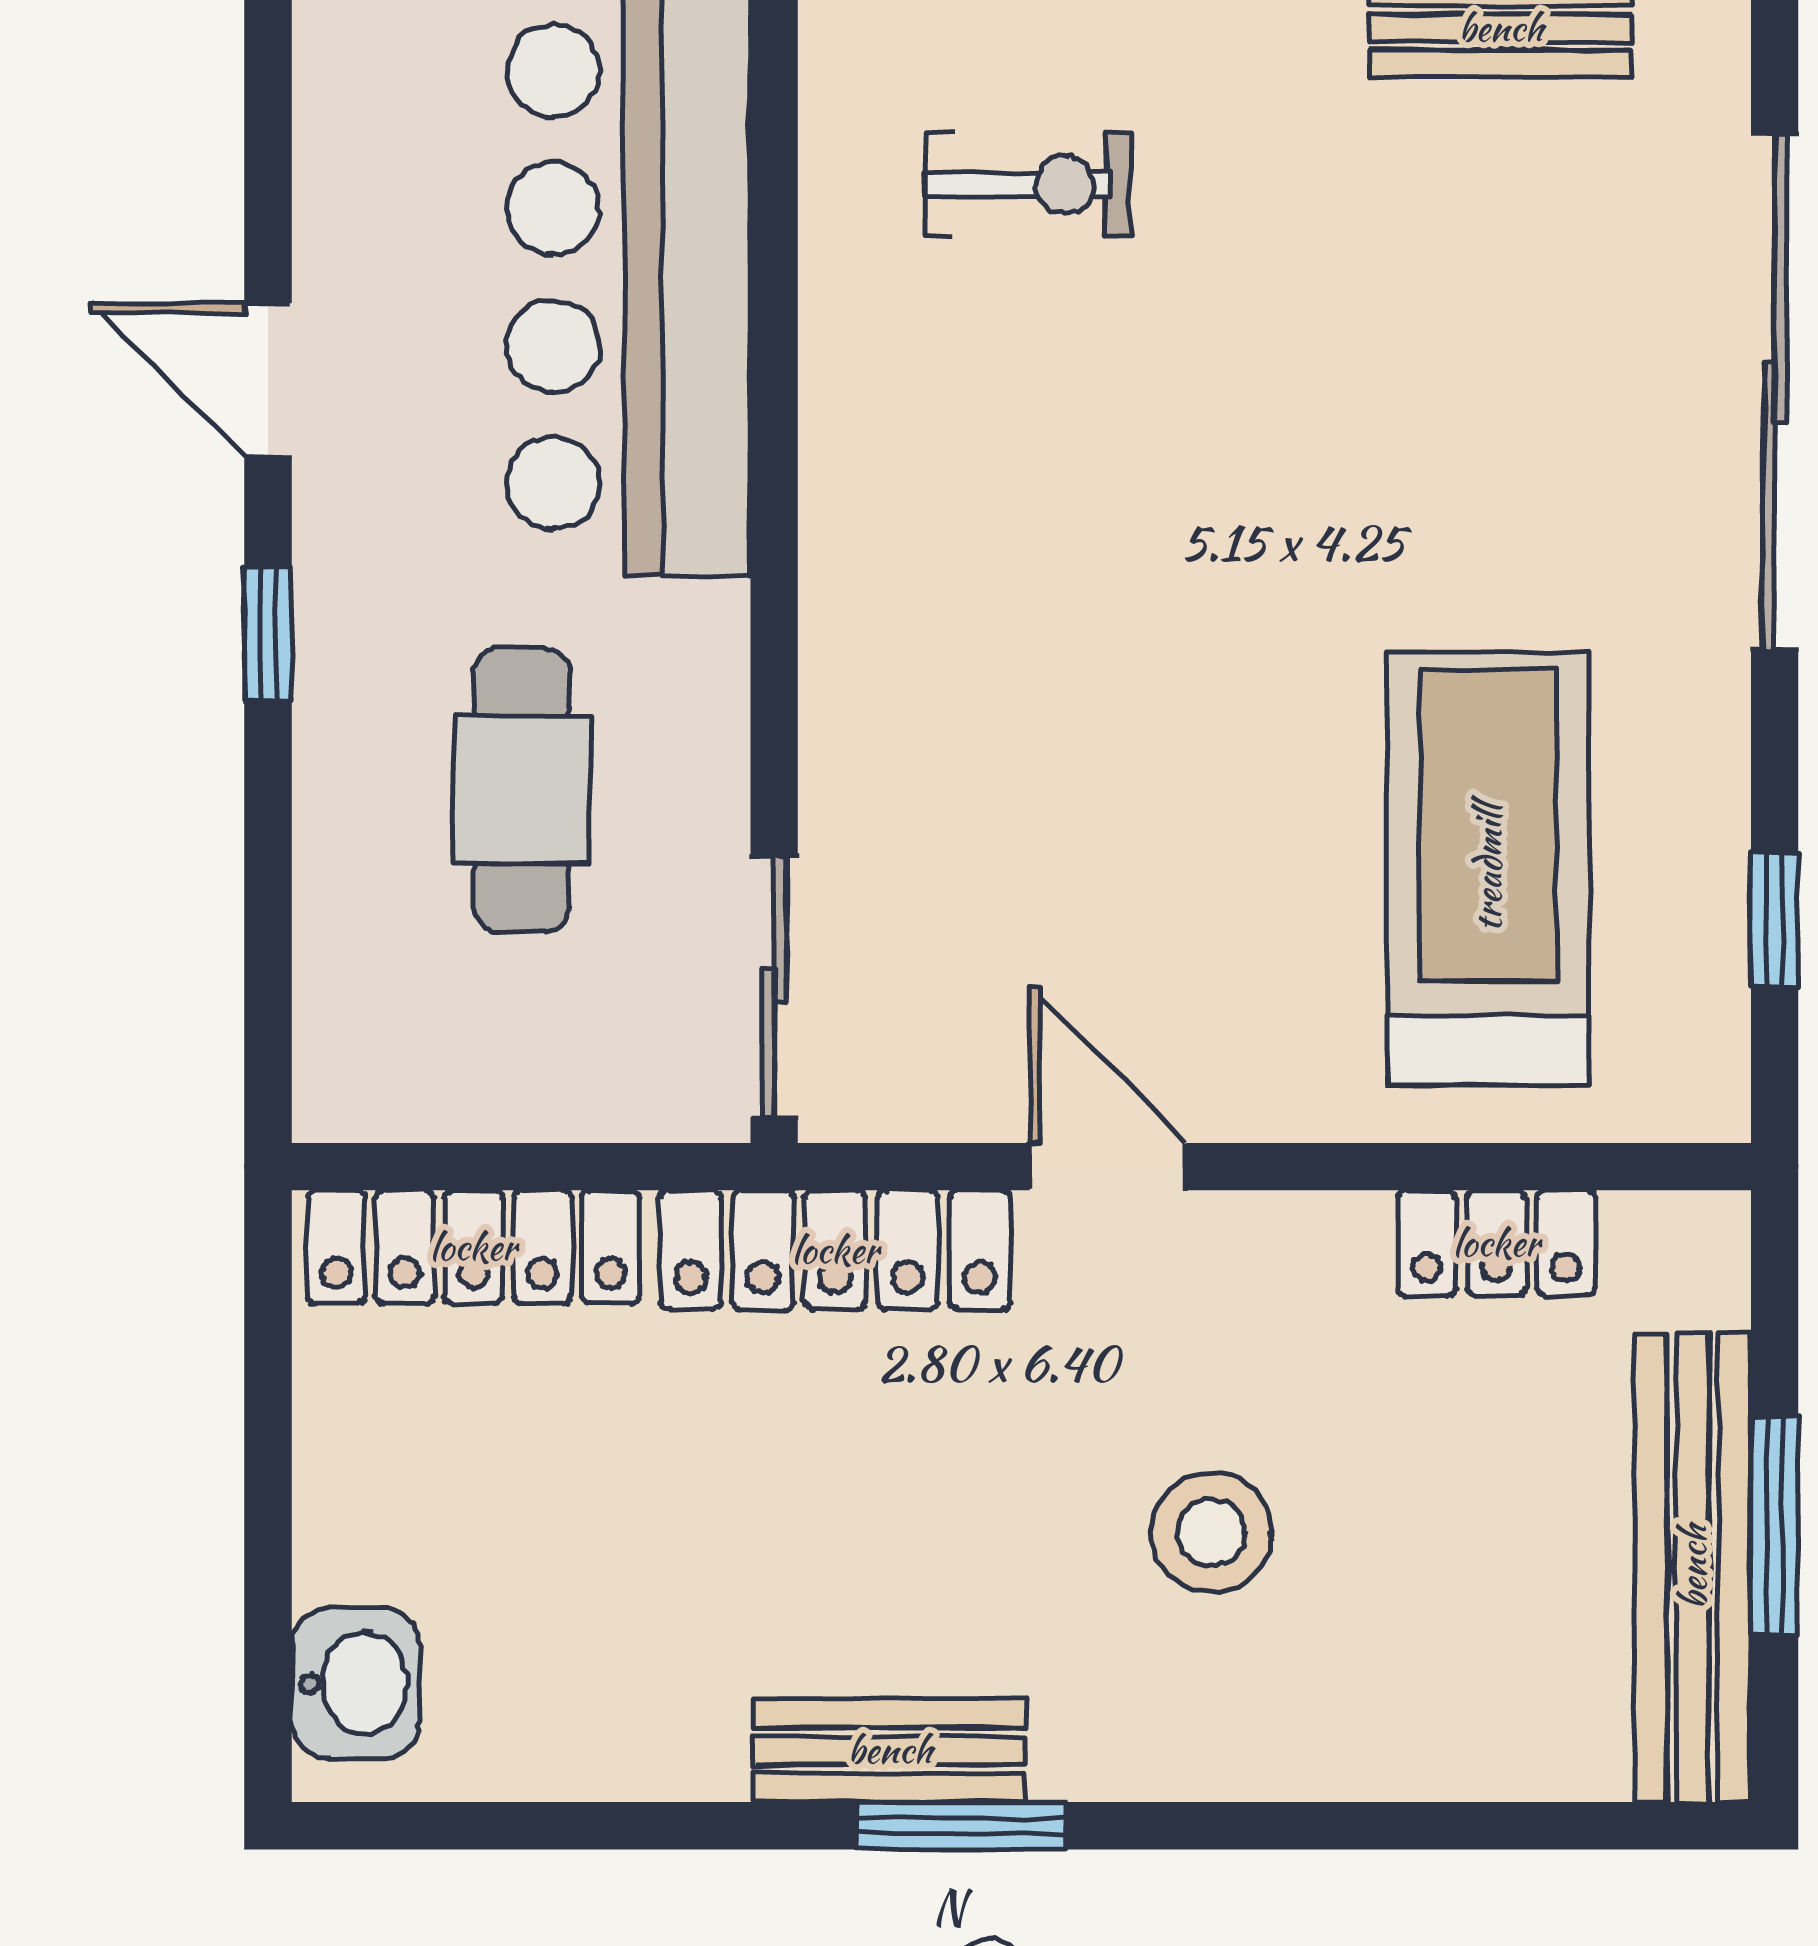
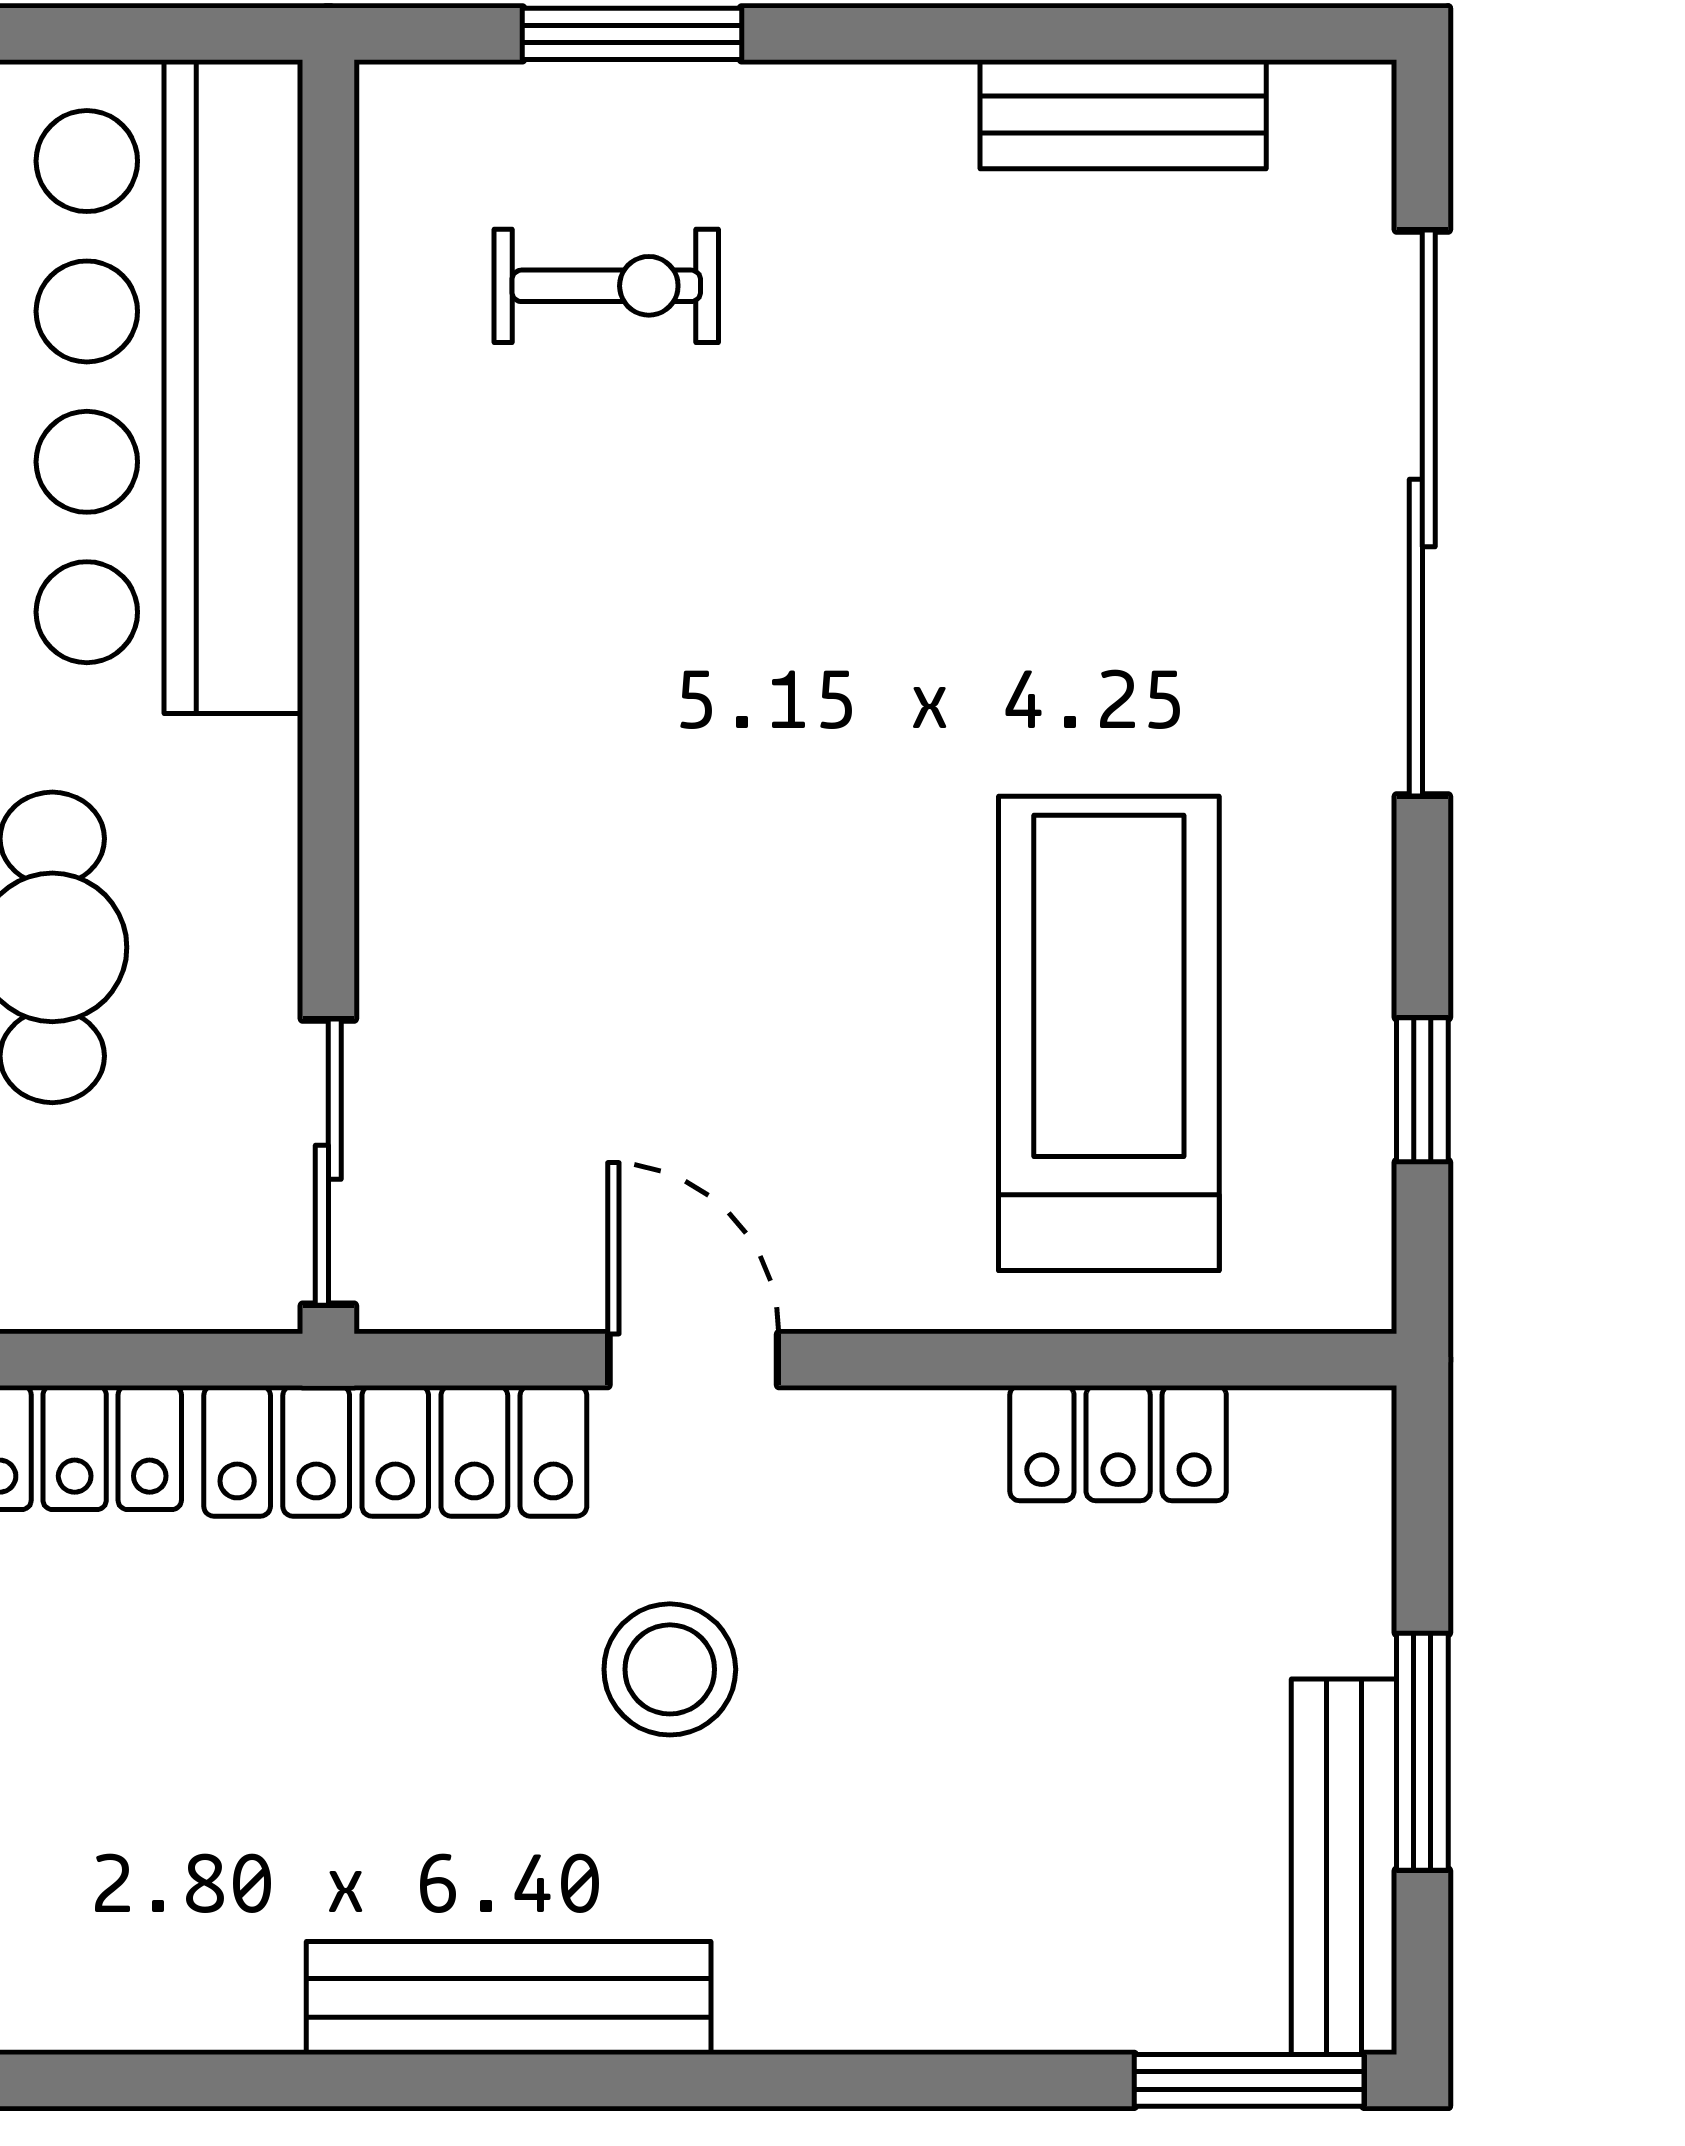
stool: (1211, 1532) -> (670, 1669), moved
bench: (1693, 1567) -> (1344, 1867), width x0.73, depth x0.82
bench: (890, 1750) -> (509, 1998), width x1.36
window: (961, 1826) -> (1249, 2080), moved

